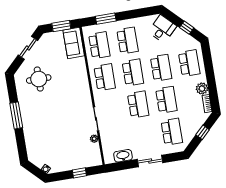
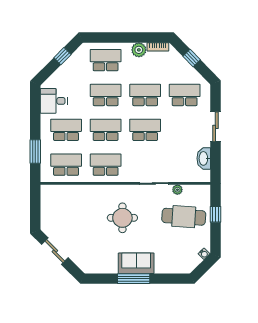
window: (61, 26) -> (35, 206), removed
desk: (162, 29) -> (54, 101), moved, turned -45
sofa: (74, 43) -> (136, 263), moved, turned 180
round table: (39, 79) -> (122, 218), moved
cafe table: (73, 148) -> (184, 217), added

